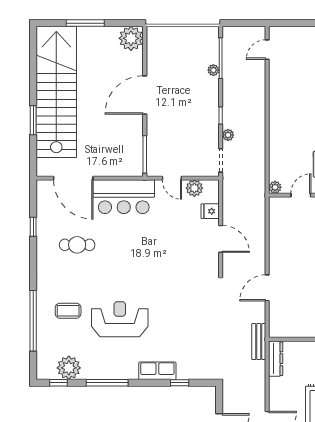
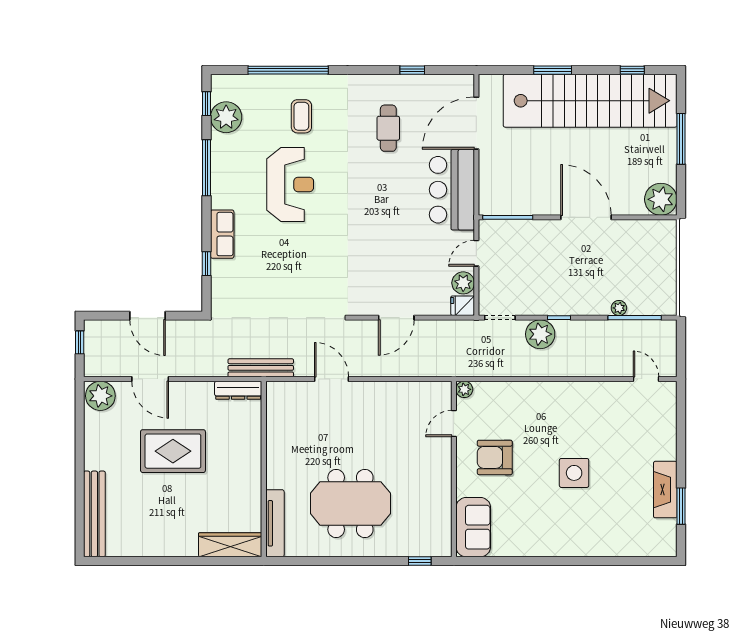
window: (33, 60) -> (632, 70), added
plant: (228, 135) -> (540, 334), width x1.88, depth x1.88
door: (301, 195) -> (454, 424), swing flipped
fridge: (210, 211) -> (463, 306), moved, turned -90
bench: (259, 342) -> (261, 368), width x1.36

